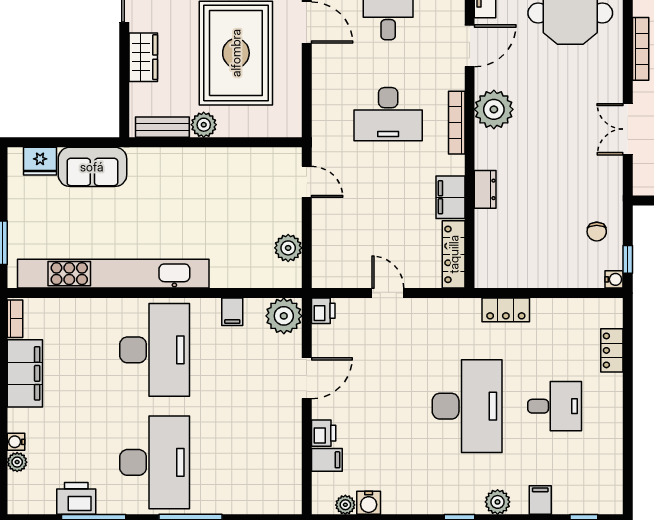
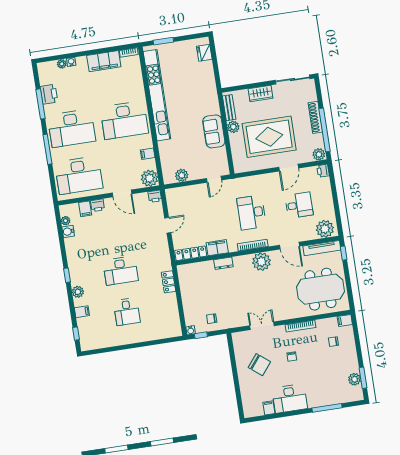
sofa: (92, 167) -> (214, 131), moved
locker: (612, 350) -> (157, 334), removed
desk: (467, 406) -> (121, 271), width x0.73, depth x0.77
desk: (255, 462) -> (79, 175), added

